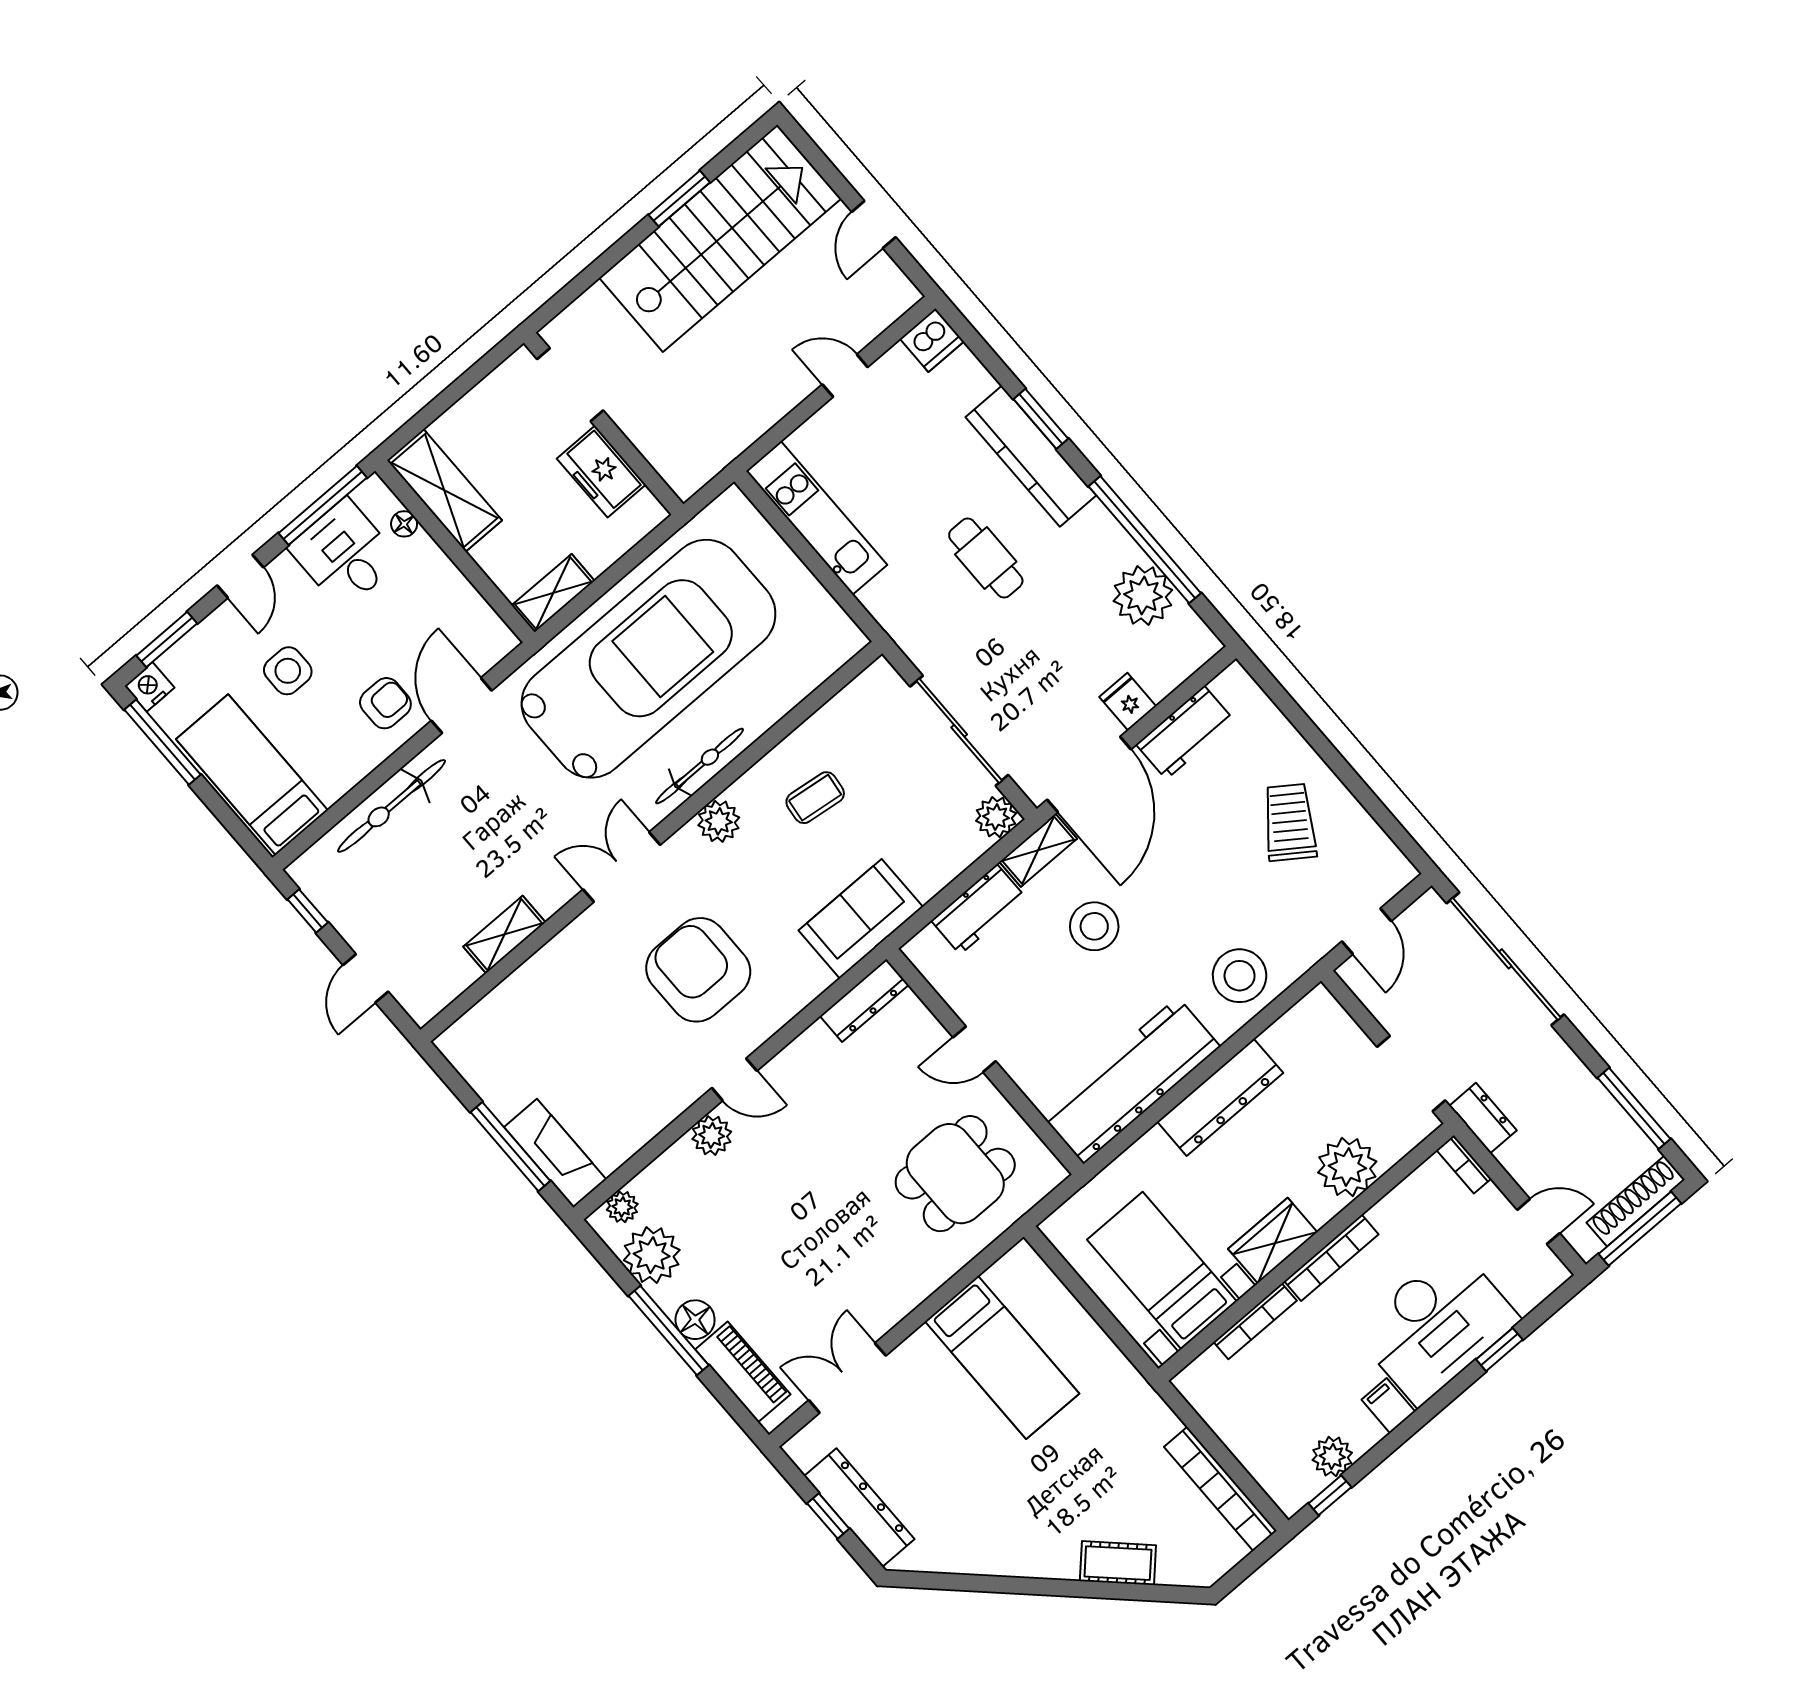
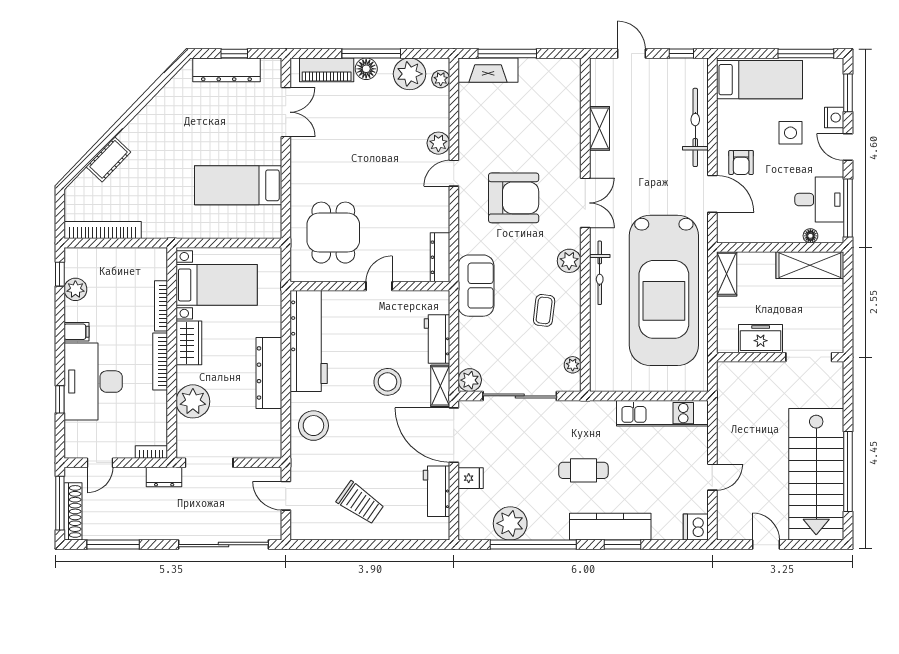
window: (679, 199) -> (848, 472), width x2.11
nightstand: (150, 687) -> (834, 118), moved
plant: (856, 696) -> (573, 365), added

